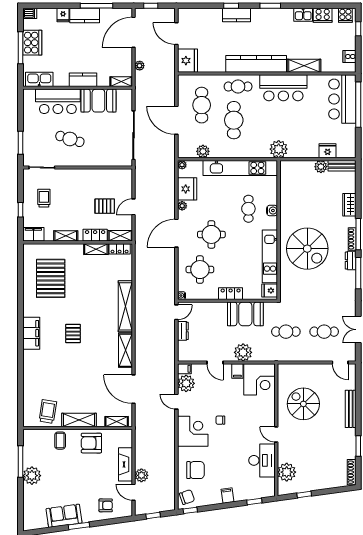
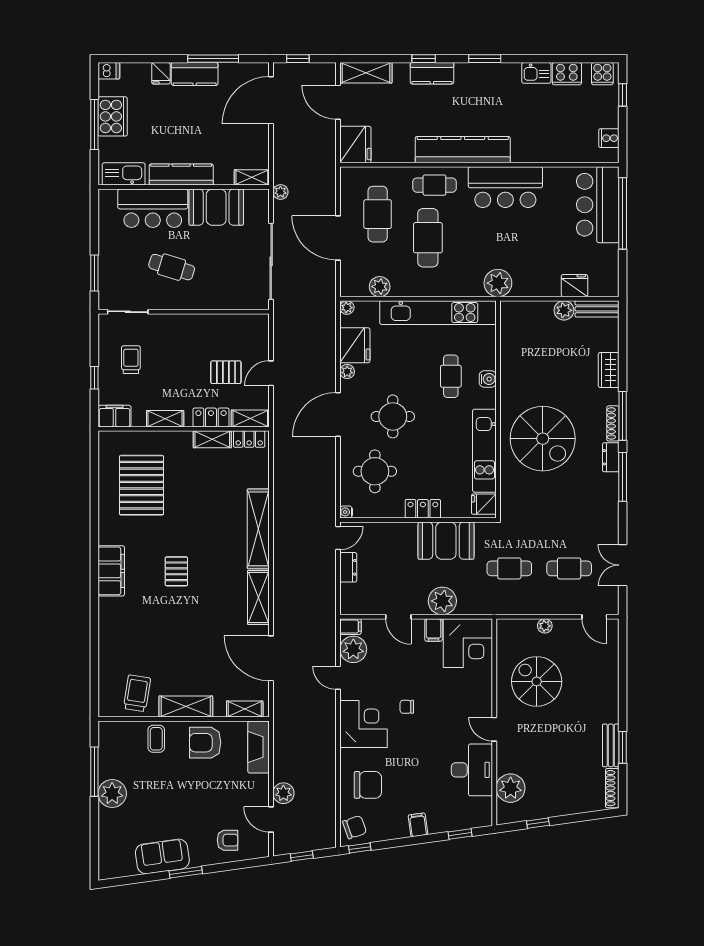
plant: (140, 66) -> (280, 192), moved
shelving: (304, 66) -> (366, 73), moved
kitchen counter: (83, 80) -> (181, 175), width x1.50
plant: (309, 368) -> (545, 626), added
bench: (351, 409) -> (611, 745), moved, width x0.73
fireplace: (126, 464) -> (259, 747), moved

